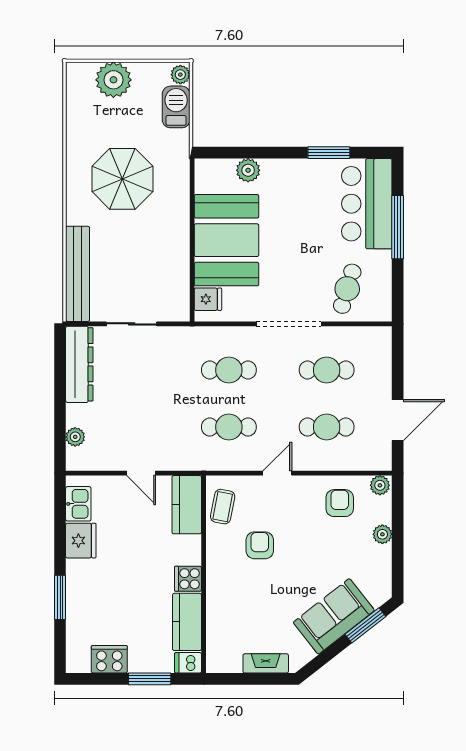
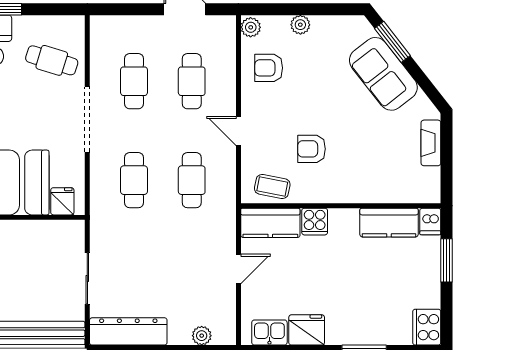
cooker: (188, 579) -> (315, 222), moved
cooker: (109, 659) -> (427, 327), moved

